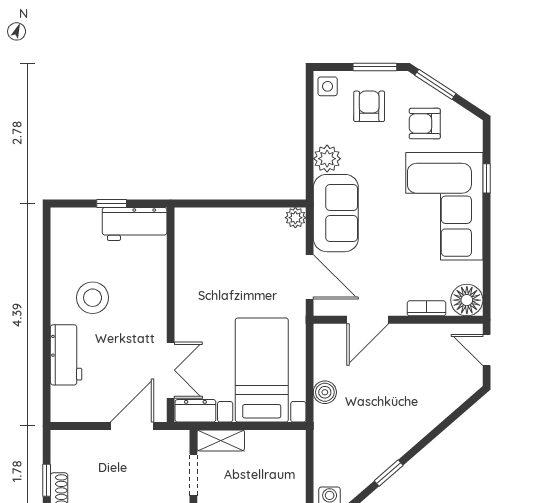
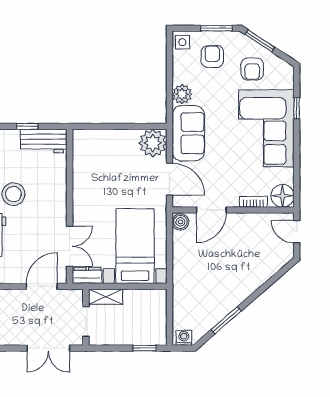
armchair: (425, 124) -> (252, 69), turned -90
plant: (295, 218) -> (153, 143), width x1.88, depth x1.88
boiler: (325, 392) -> (180, 222), moved
window: (389, 473) -> (226, 320), width x1.50

